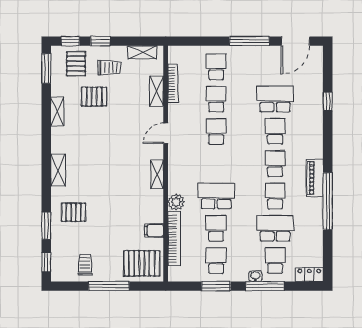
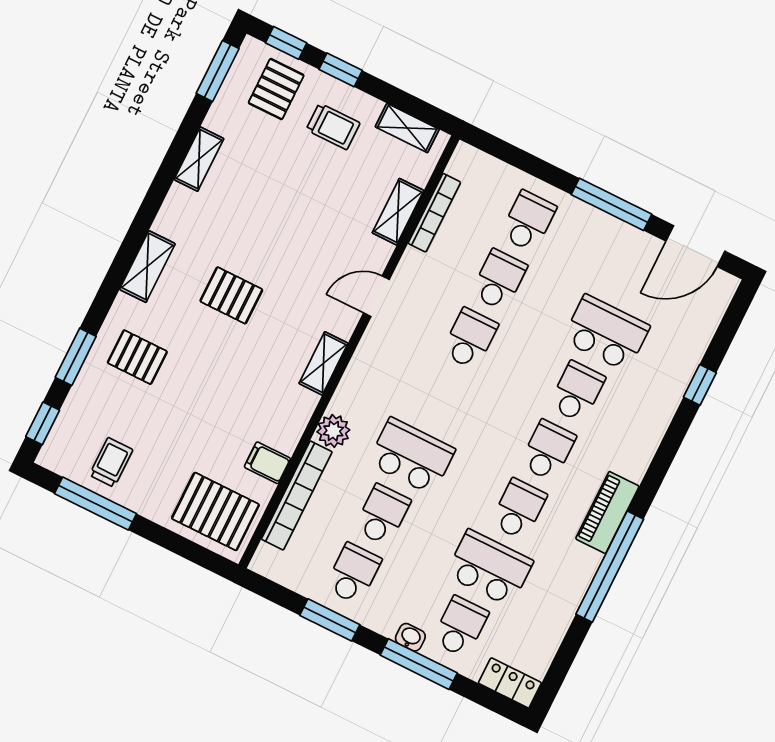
pallet: (94, 97) -> (231, 295), moved
window: (109, 286) -> (96, 504), moved

